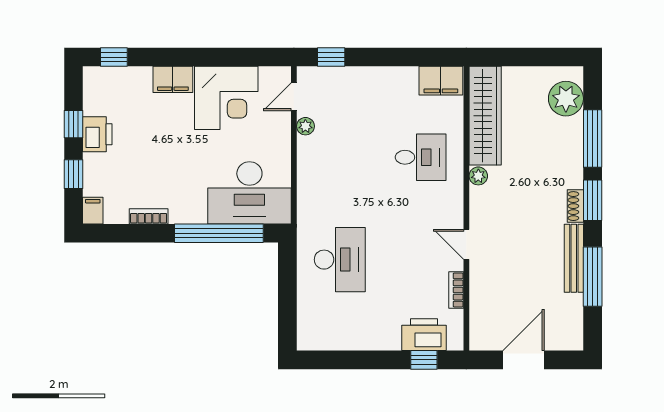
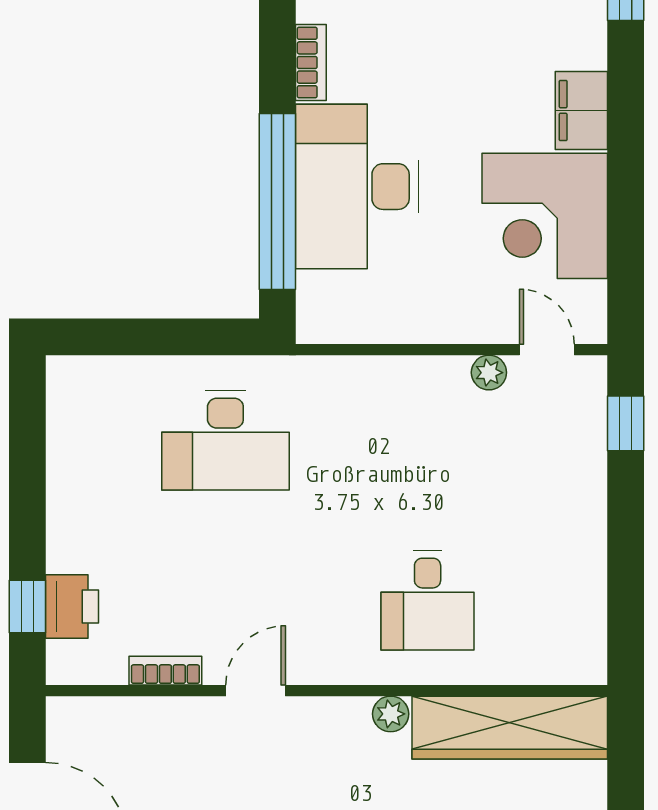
filing cabinet: (441, 81) -> (579, 640), removed
desk: (249, 193) -> (357, 187), moved
printer: (424, 335) -> (72, 607), width x0.73, depth x0.84

